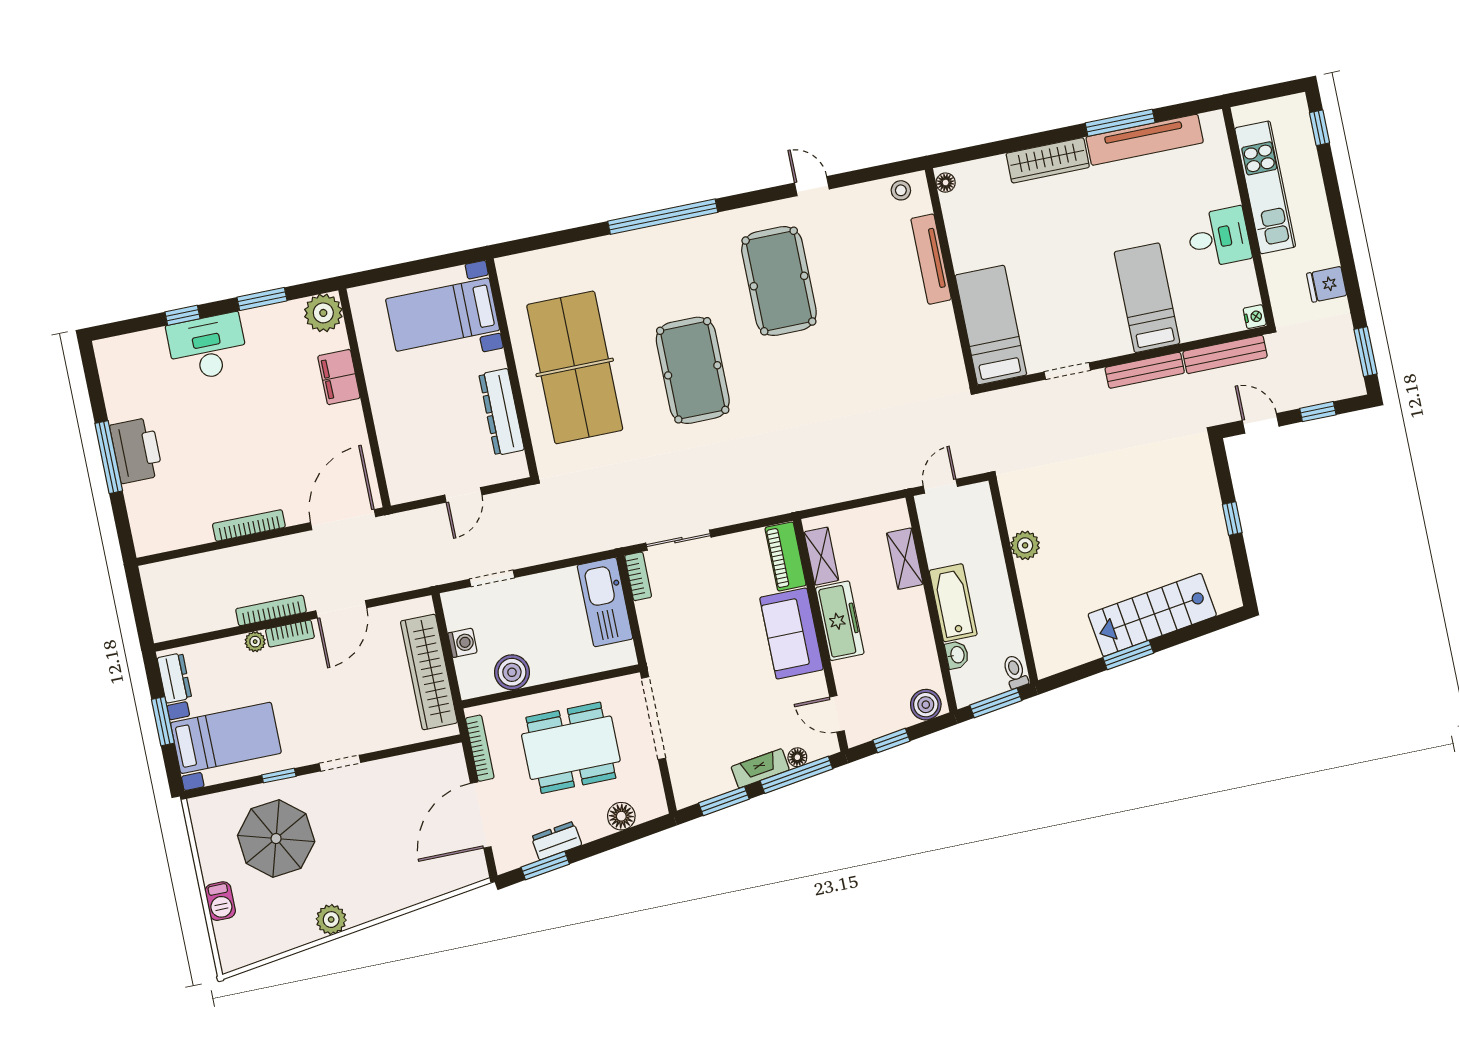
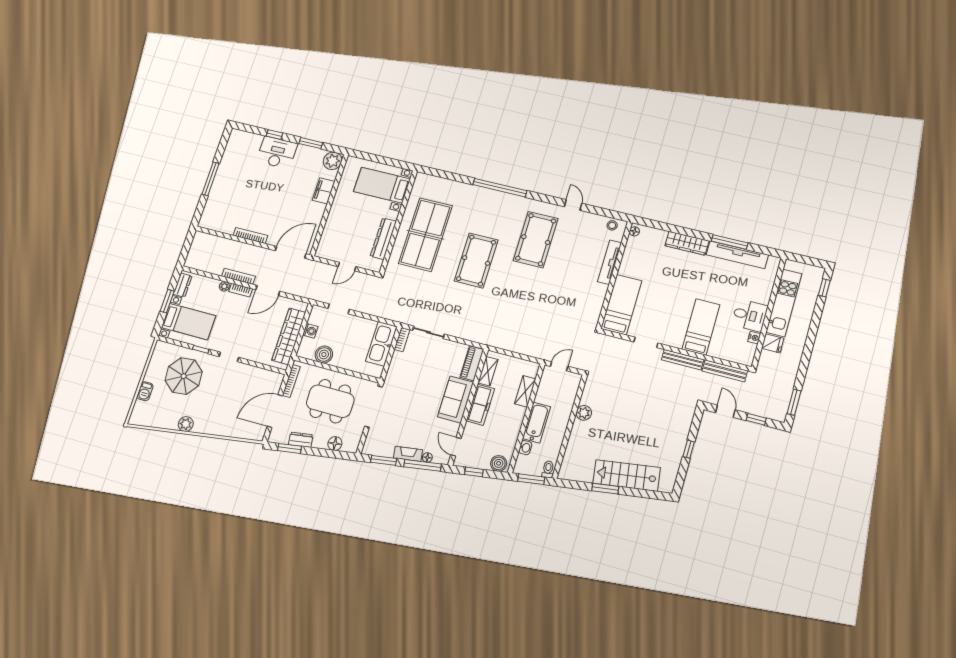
fridge: (1327, 284) -> (773, 343), moved, turned 180
nightstand: (1255, 317) -> (754, 338), moved
printer: (136, 450) -> (223, 182), removed

